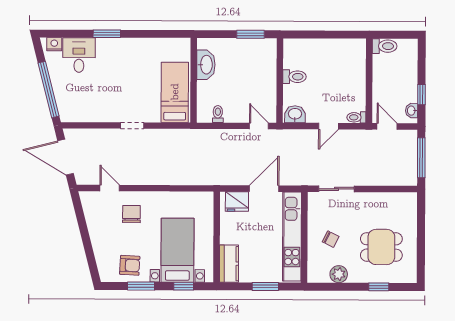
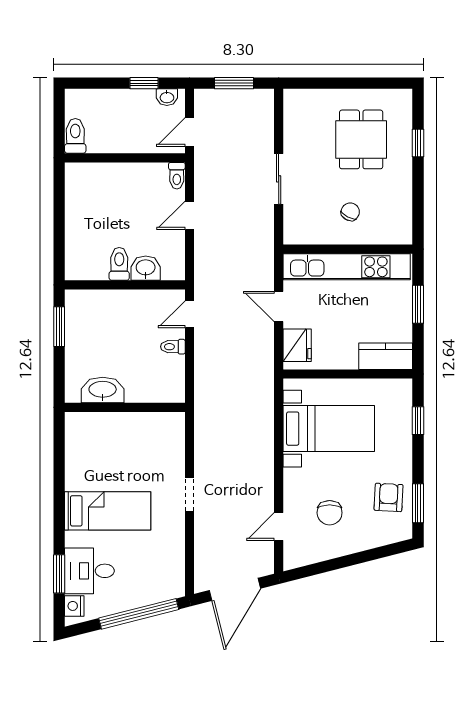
window: (107, 34) -> (59, 574), moved
bed: (175, 92) -> (108, 511), moved, turned 180
toilet: (218, 114) -> (173, 347), moved
washbasin: (295, 114) -> (146, 268), moved, turned 90
door: (328, 126) -> (189, 215), swing flipped
window: (421, 158) -> (234, 83), width x0.69
door: (264, 189) -> (279, 306), width x0.73
sliding door: (336, 189) -> (279, 179), moved
chair: (131, 214) -> (330, 513), moved, turned -90
bed with nightstands: (177, 250) -> (329, 429), moved, turned 180
plant: (339, 274) -> (400, 200), removed
window: (141, 286) -> (418, 503), moved

